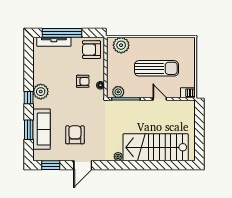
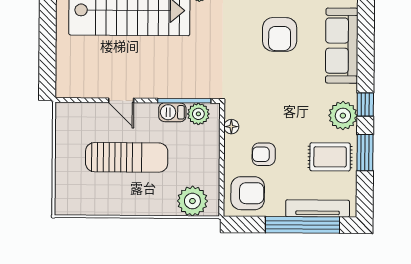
sun lounger: (157, 68) -> (127, 157), turned 180
rug: (47, 69) -> (330, 157), added
armchair: (83, 81) -> (264, 154), moved
barbecue: (188, 93) -> (172, 112), moved
window: (29, 130) -> (365, 153), moved

